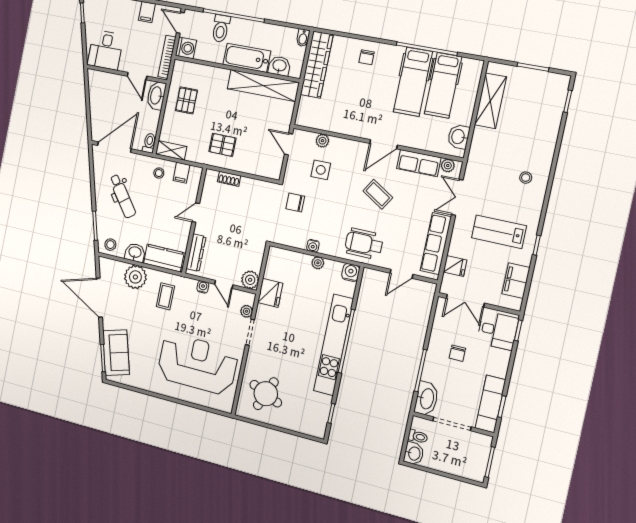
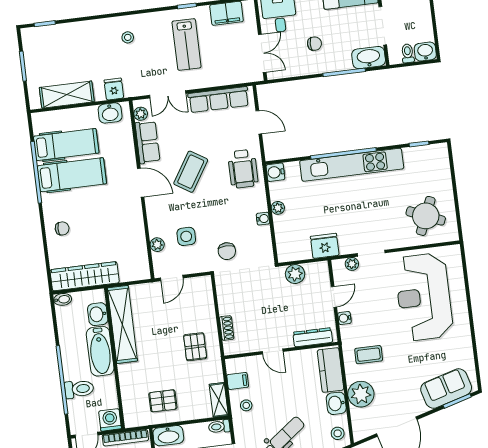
coffee table: (378, 194) -> (191, 172), width x1.36, depth x1.30
fridge: (455, 266) -> (114, 89), moved
plant: (250, 280) -> (295, 274), moved

